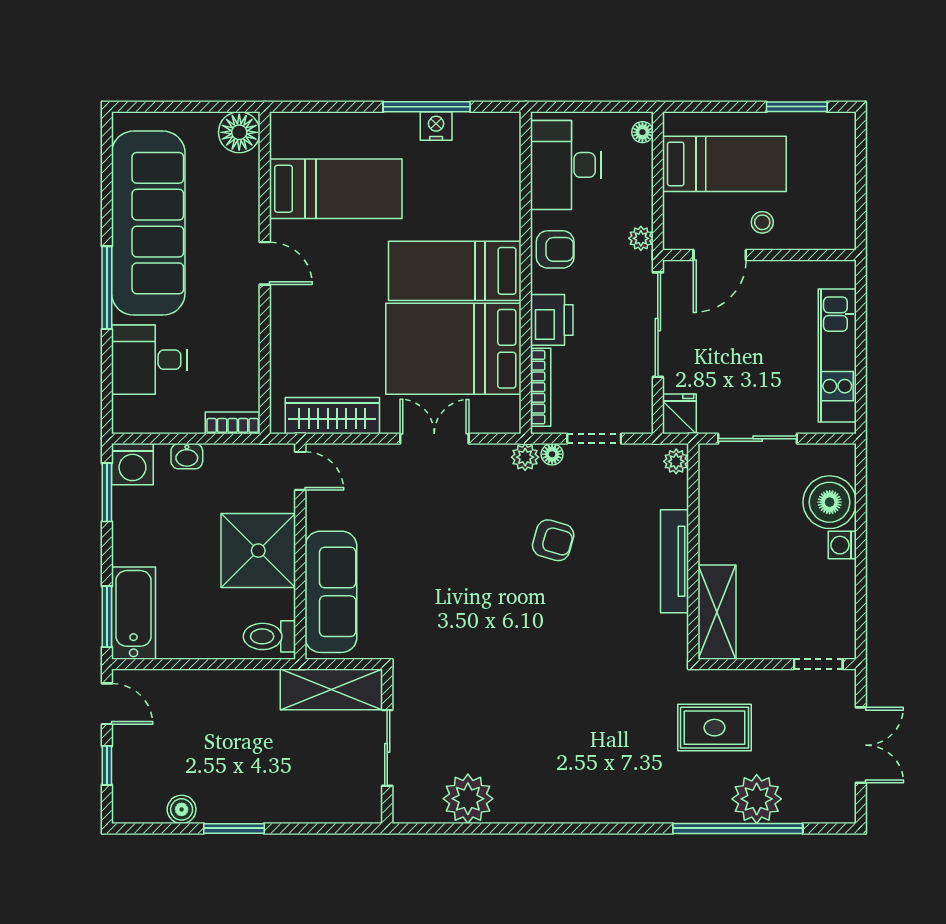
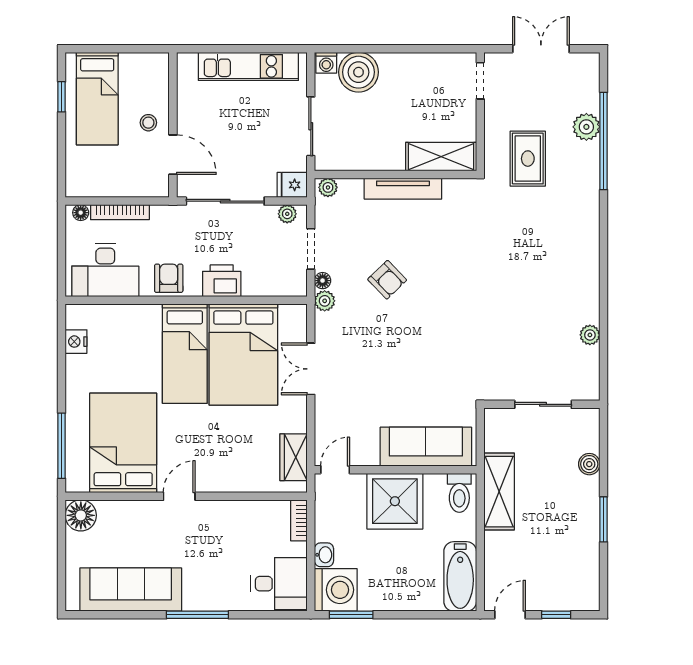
window: (427, 107) -> (62, 446), moved
window: (797, 107) -> (62, 97), width x0.67
nightstand: (436, 126) -> (76, 342), moved
bed: (724, 164) -> (97, 99), moved, turned 180
bed: (336, 189) -> (123, 443), width x1.50
sofa: (148, 223) -> (131, 590), width x0.74, depth x0.79
plant: (641, 238) -> (287, 214), moved
desk: (149, 360) -> (279, 584), moved, turned -90
bookcase: (541, 387) -> (120, 212), moved, turned 180
wardrobe: (332, 416) -> (294, 457), width x0.67
washing machine: (132, 464) -> (336, 590), width x1.37, depth x1.37
armchair: (553, 540) -> (387, 280), turned 120
washing machine: (842, 545) -> (326, 63), moved
bathtub: (134, 613) -> (460, 576), moved, turned -90
window: (107, 617) -> (444, 615), removed
shelving: (331, 689) -> (499, 492), moved
plant: (468, 799) -> (590, 335), width x0.53, depth x0.53
plant: (757, 799) -> (586, 127), width x0.73, depth x0.73
boiler: (182, 809) -> (589, 464), moved

